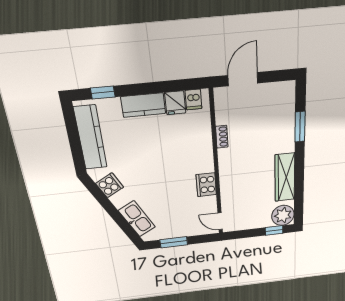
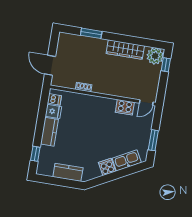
kitchen counter: (90, 138) -> (68, 172), width x0.67
cooker: (110, 185) -> (107, 167), moved
cooker: (206, 185) -> (125, 107), moved

